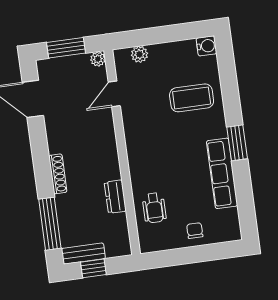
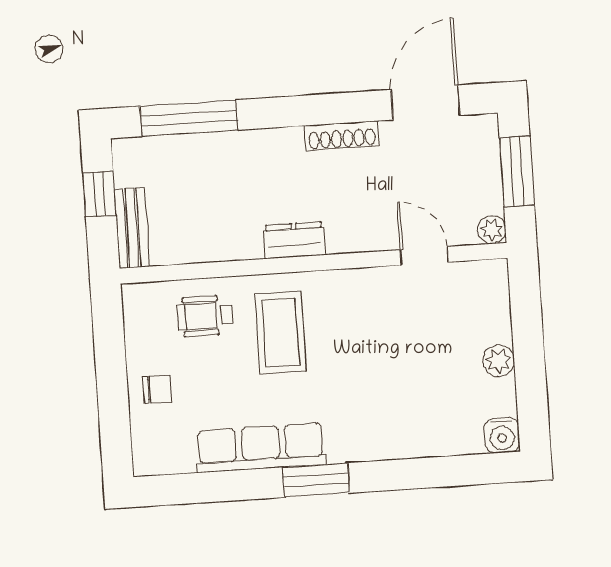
plant: (139, 54) -> (499, 361), moved
coffee table: (192, 98) -> (281, 333), moved
shoe rack: (58, 174) -> (342, 135), moved
dresser: (115, 197) -> (294, 240), moved
bench: (83, 254) -> (132, 228), moved

